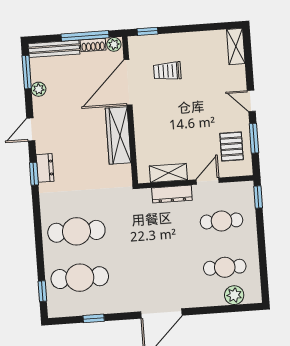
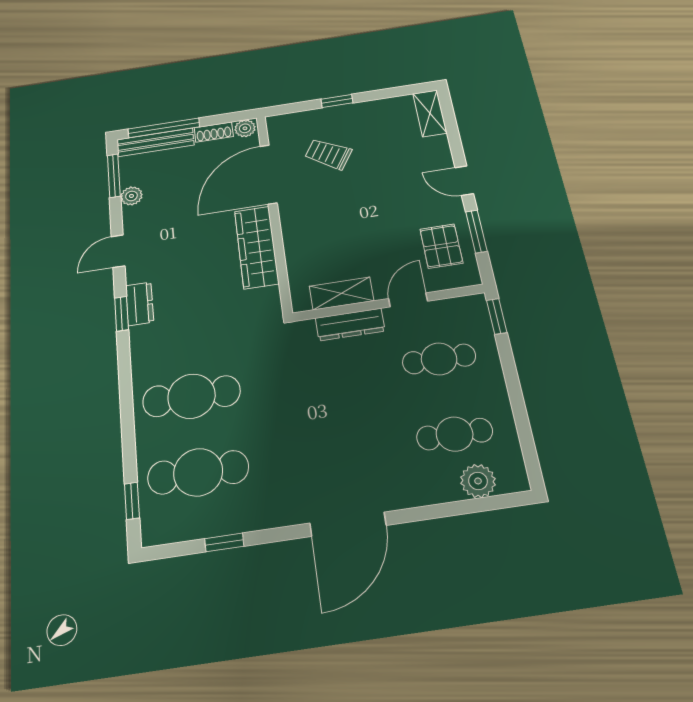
window: (148, 31) -> (337, 101), moved
window: (85, 36) -> (164, 128), moved
trolley: (167, 71) -> (328, 154), turned 31

